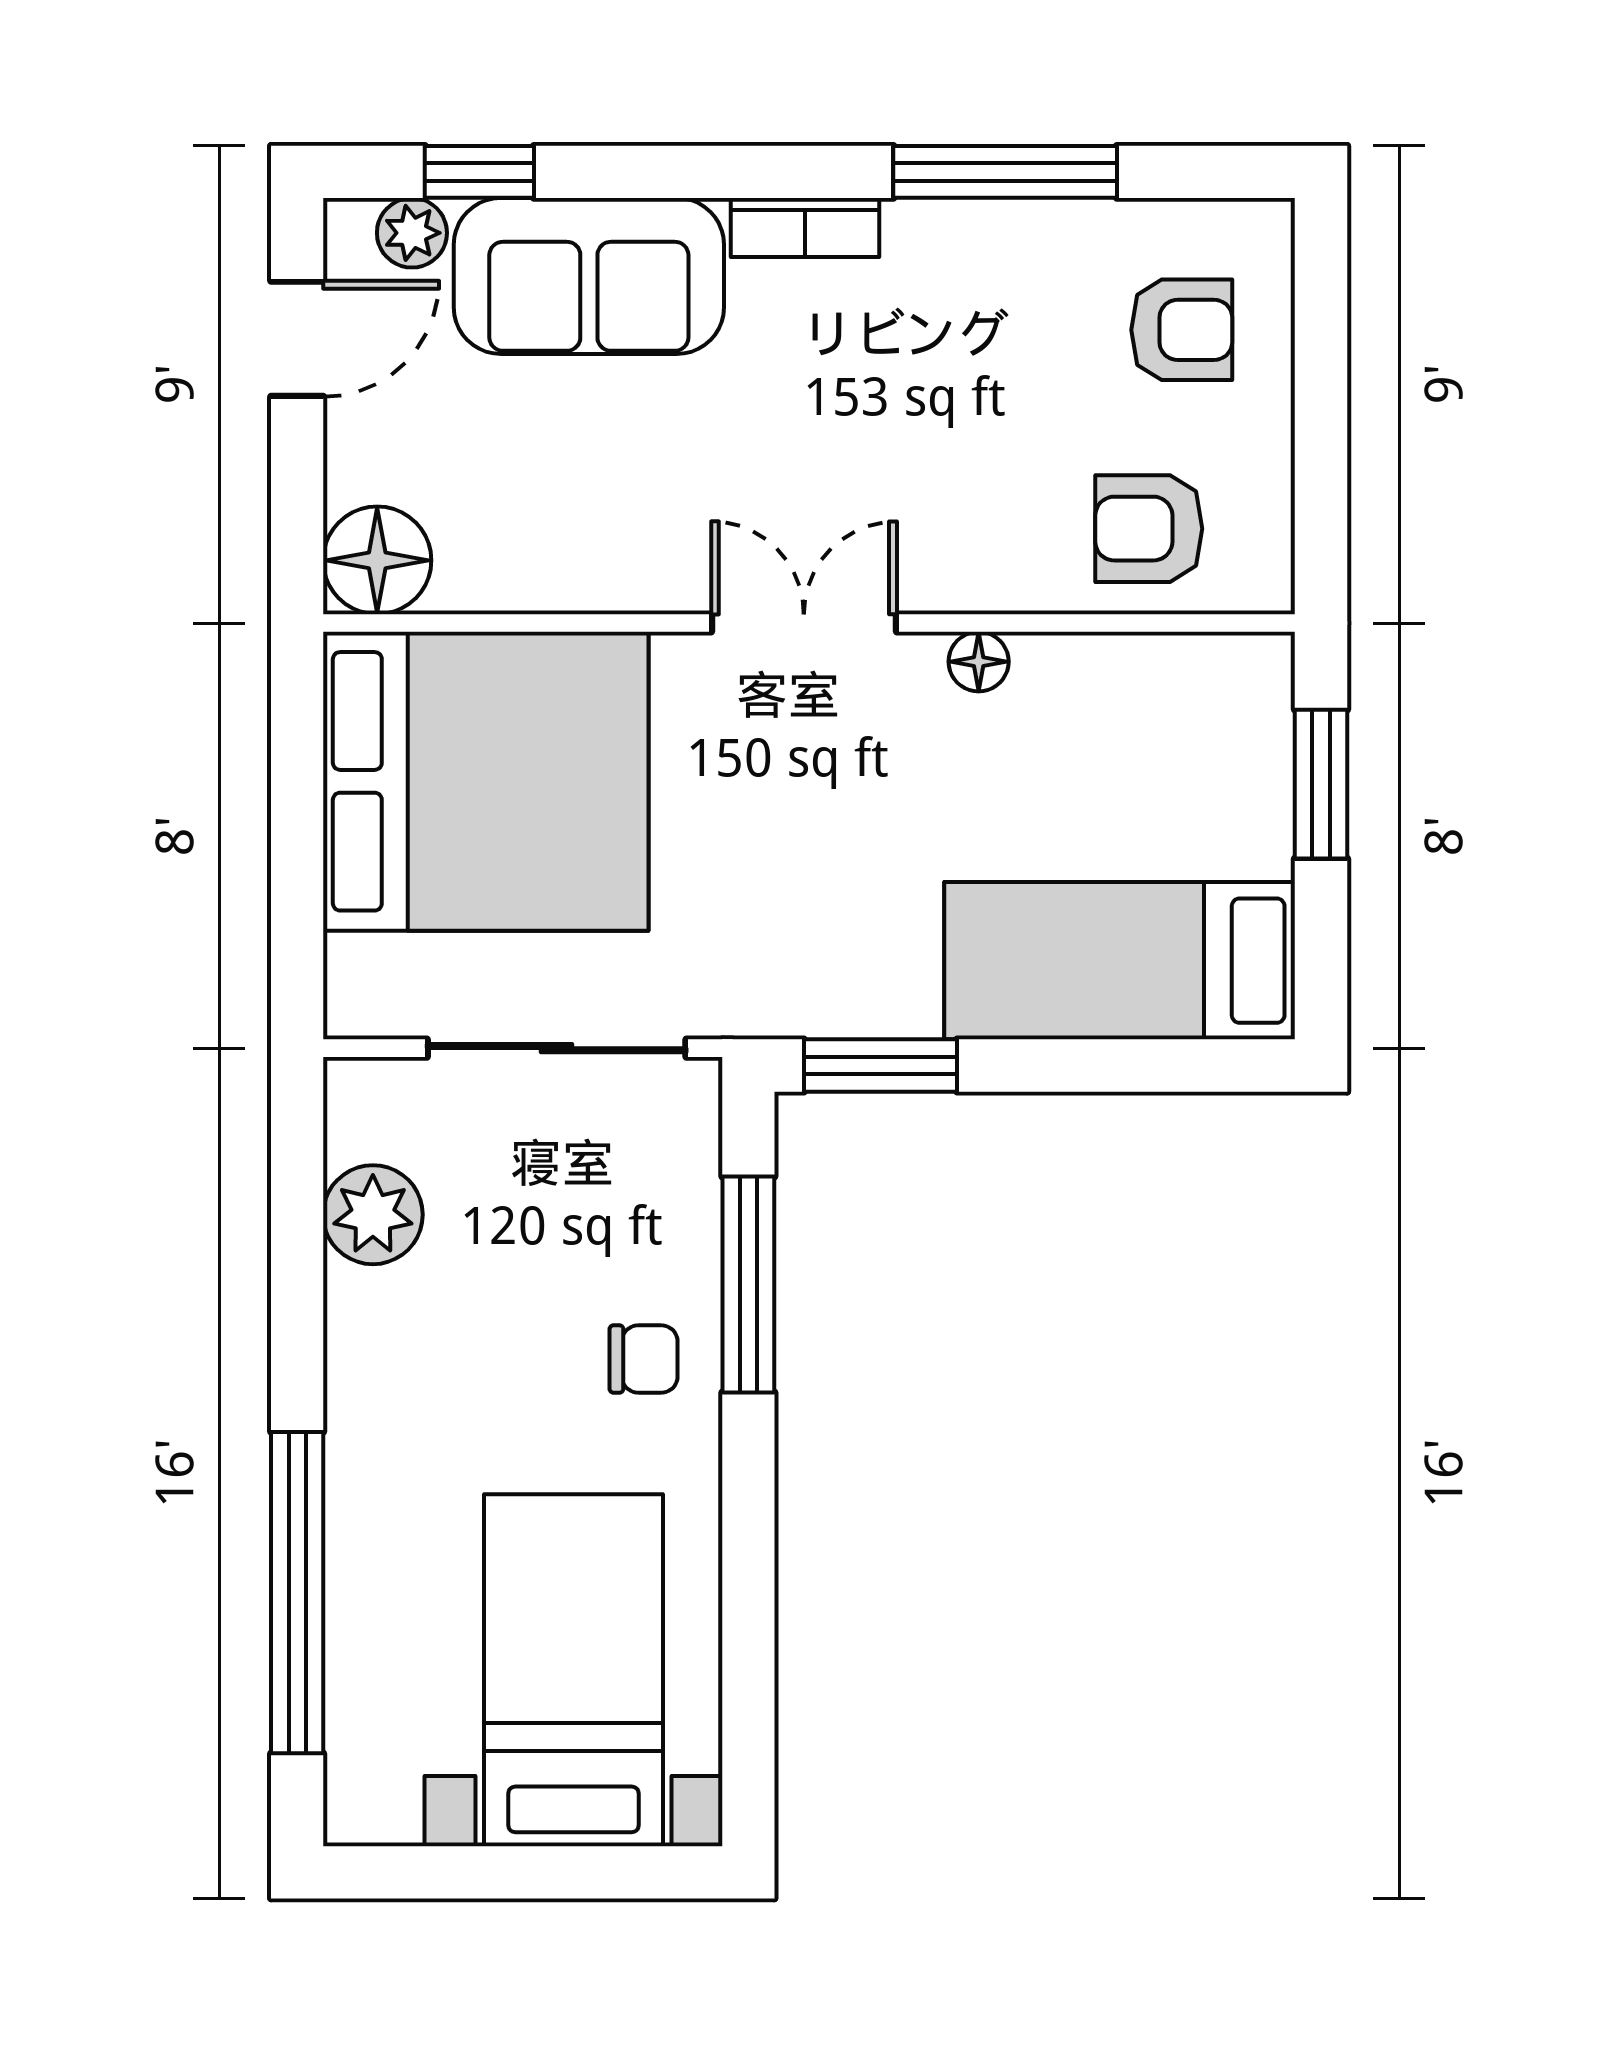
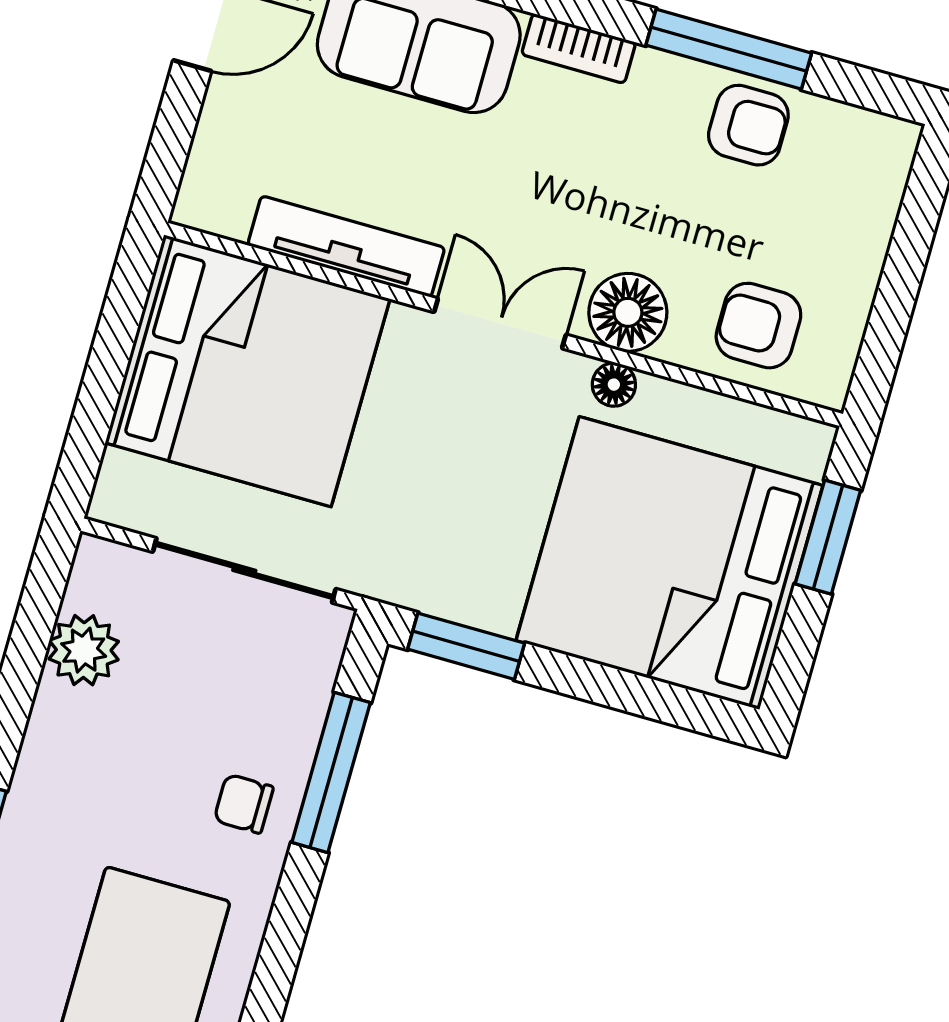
armchair: (1182, 330) -> (748, 125), moved
floor lamp: (377, 560) -> (628, 312), moved
tv unit: (570, 579) -> (346, 246), added
bed: (1120, 961) -> (669, 563), width x2.04
chair: (644, 1359) -> (244, 804), turned 180

